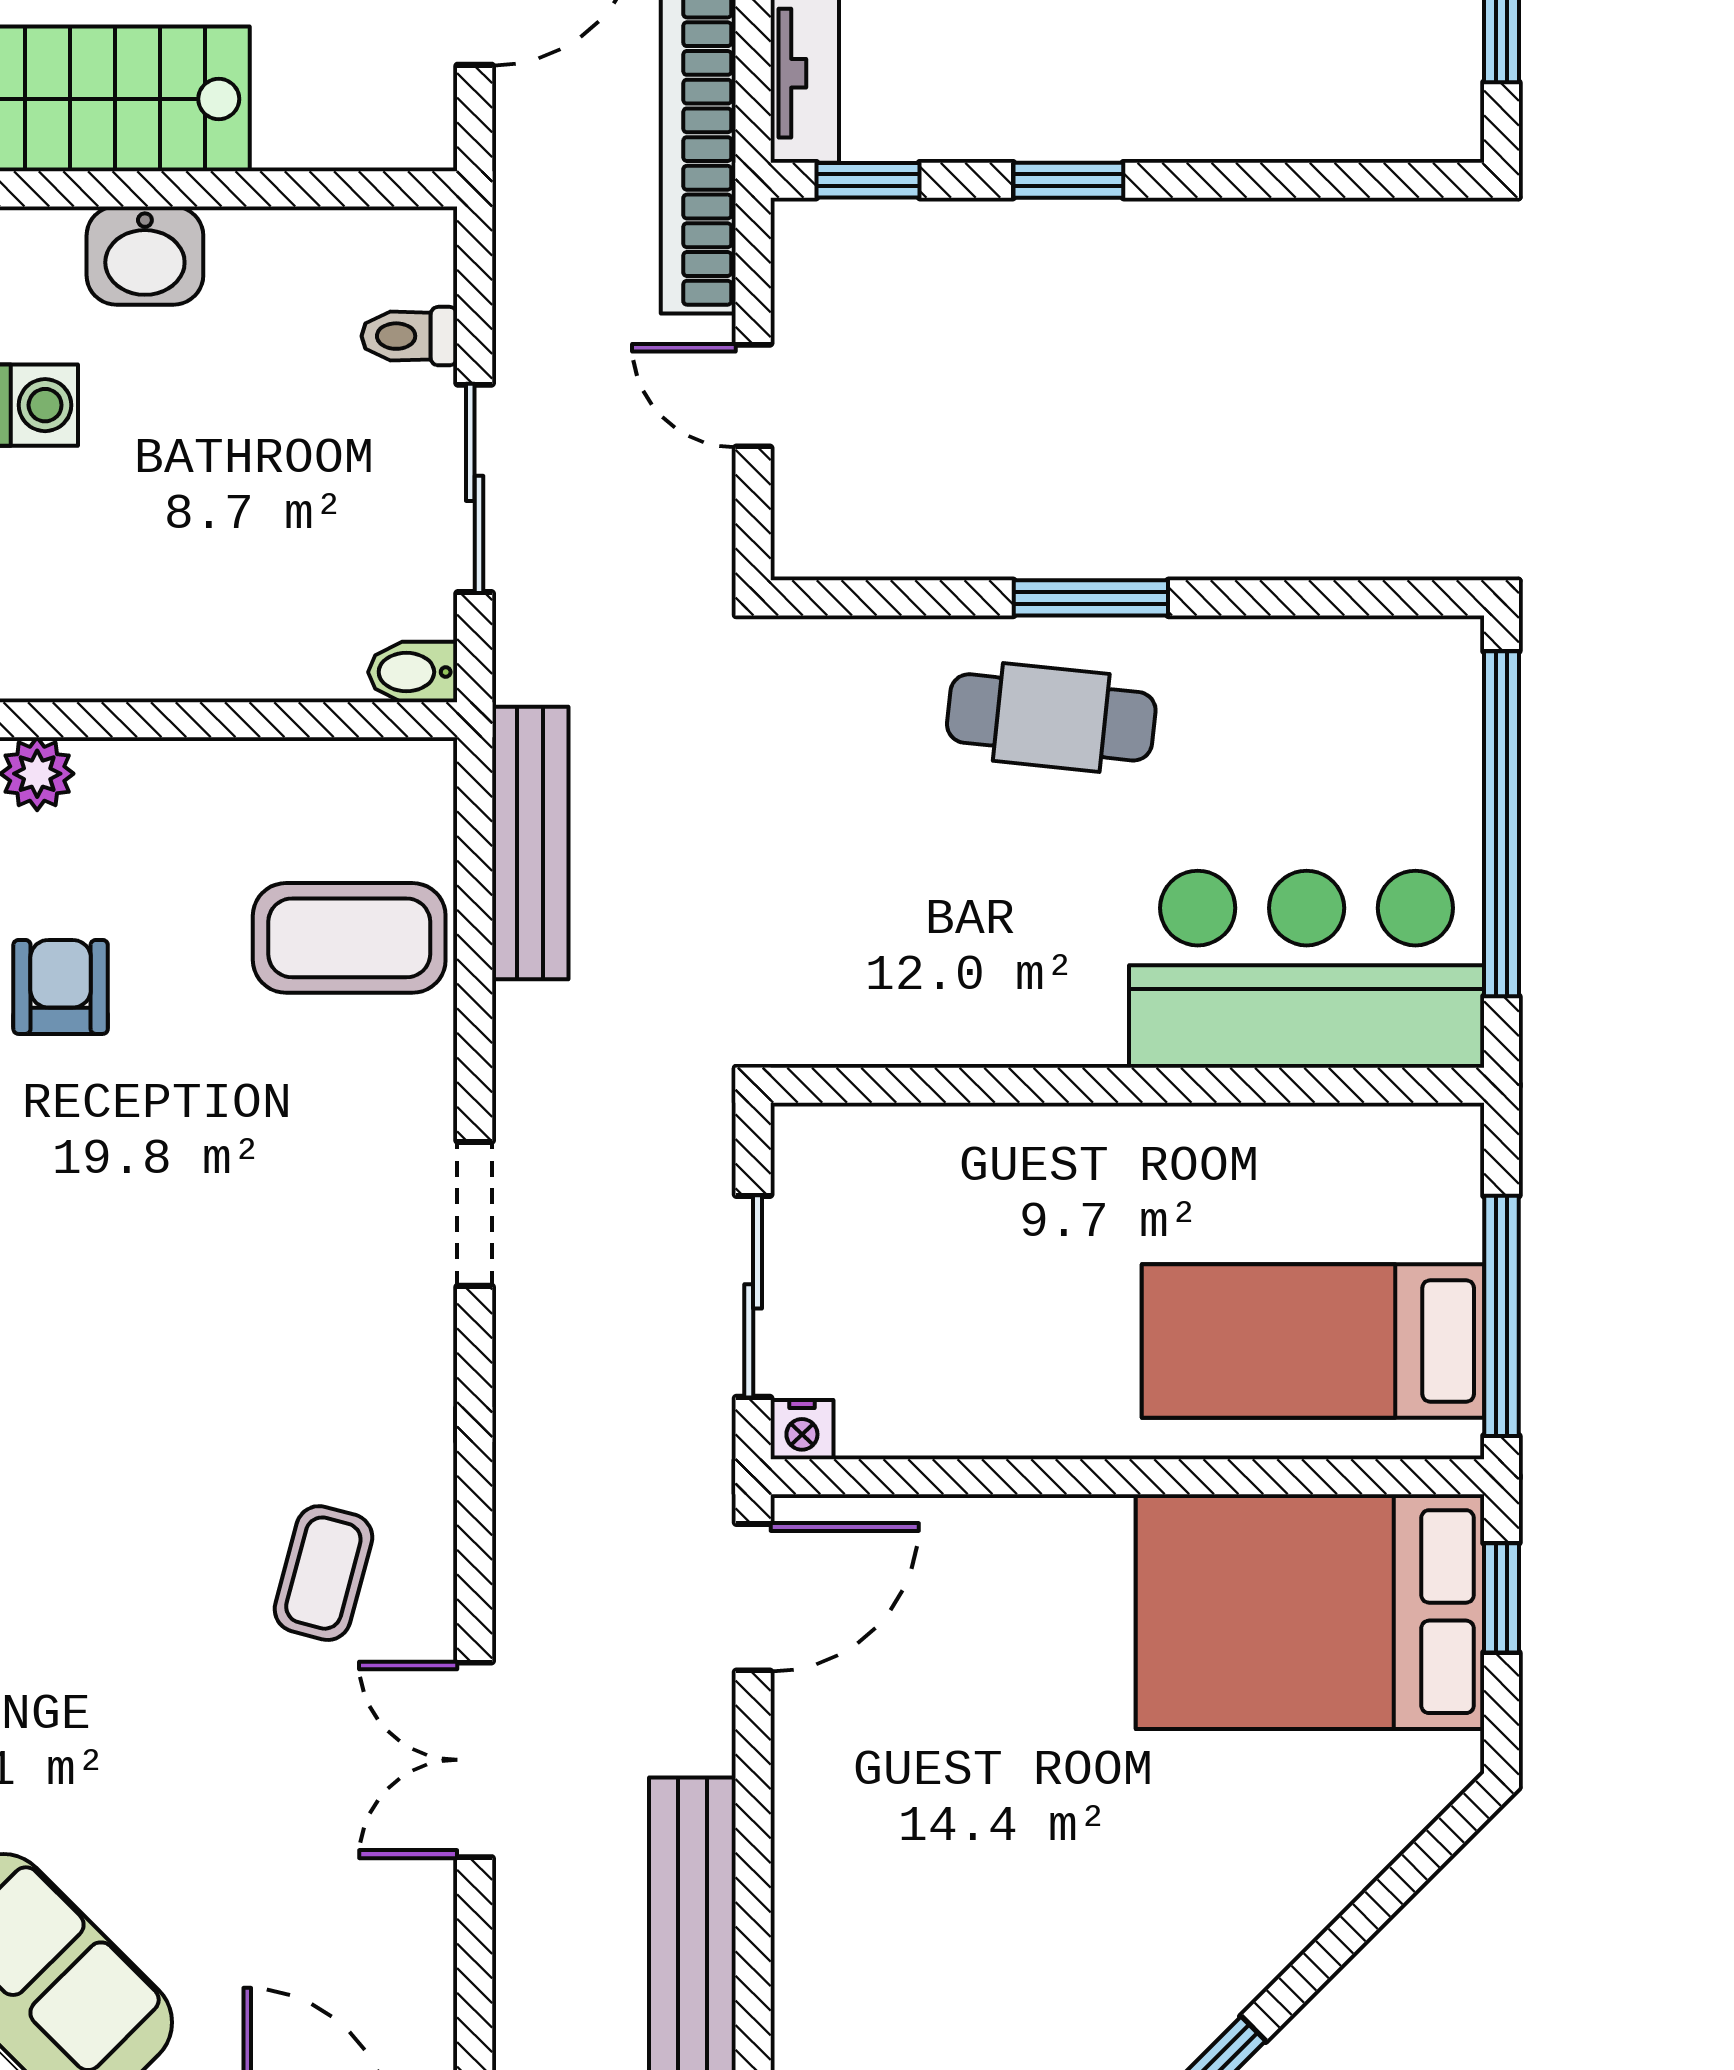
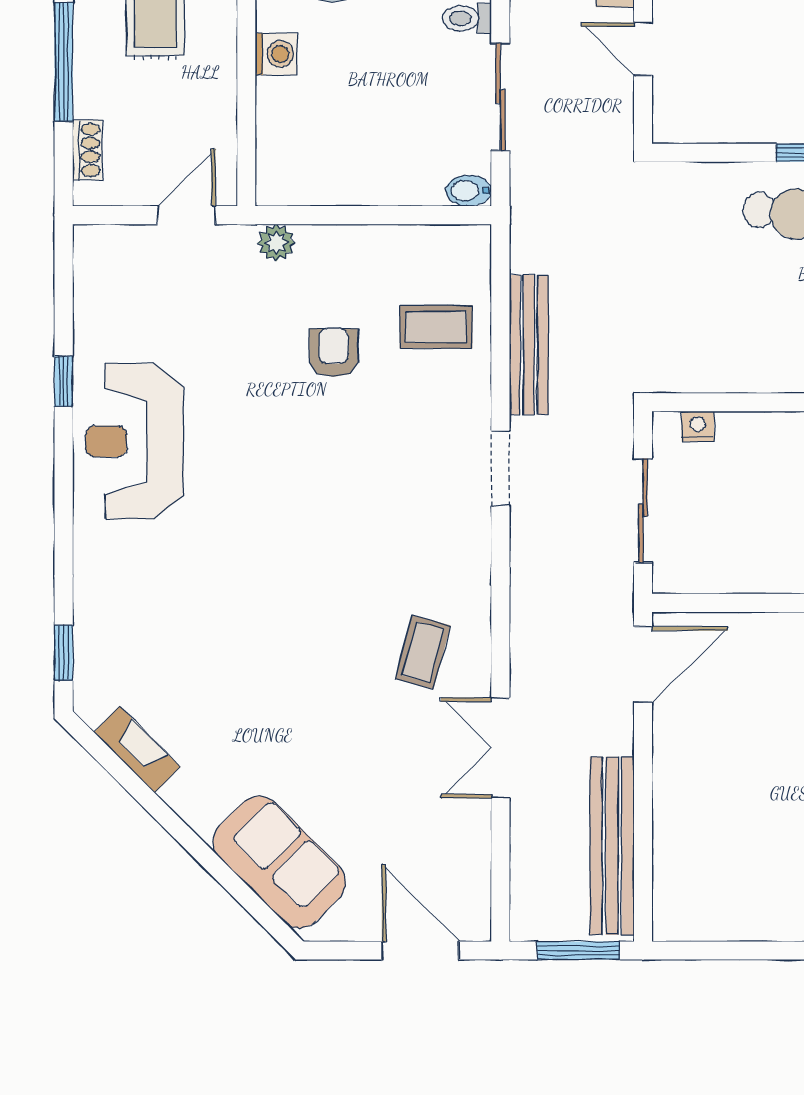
bench: (530, 843) -> (529, 345), moved
coffee table: (349, 938) -> (436, 327), width x0.73, depth x0.77
armchair: (61, 987) -> (334, 353), moved
nightstand: (802, 1430) -> (698, 426), moved, turned 180

